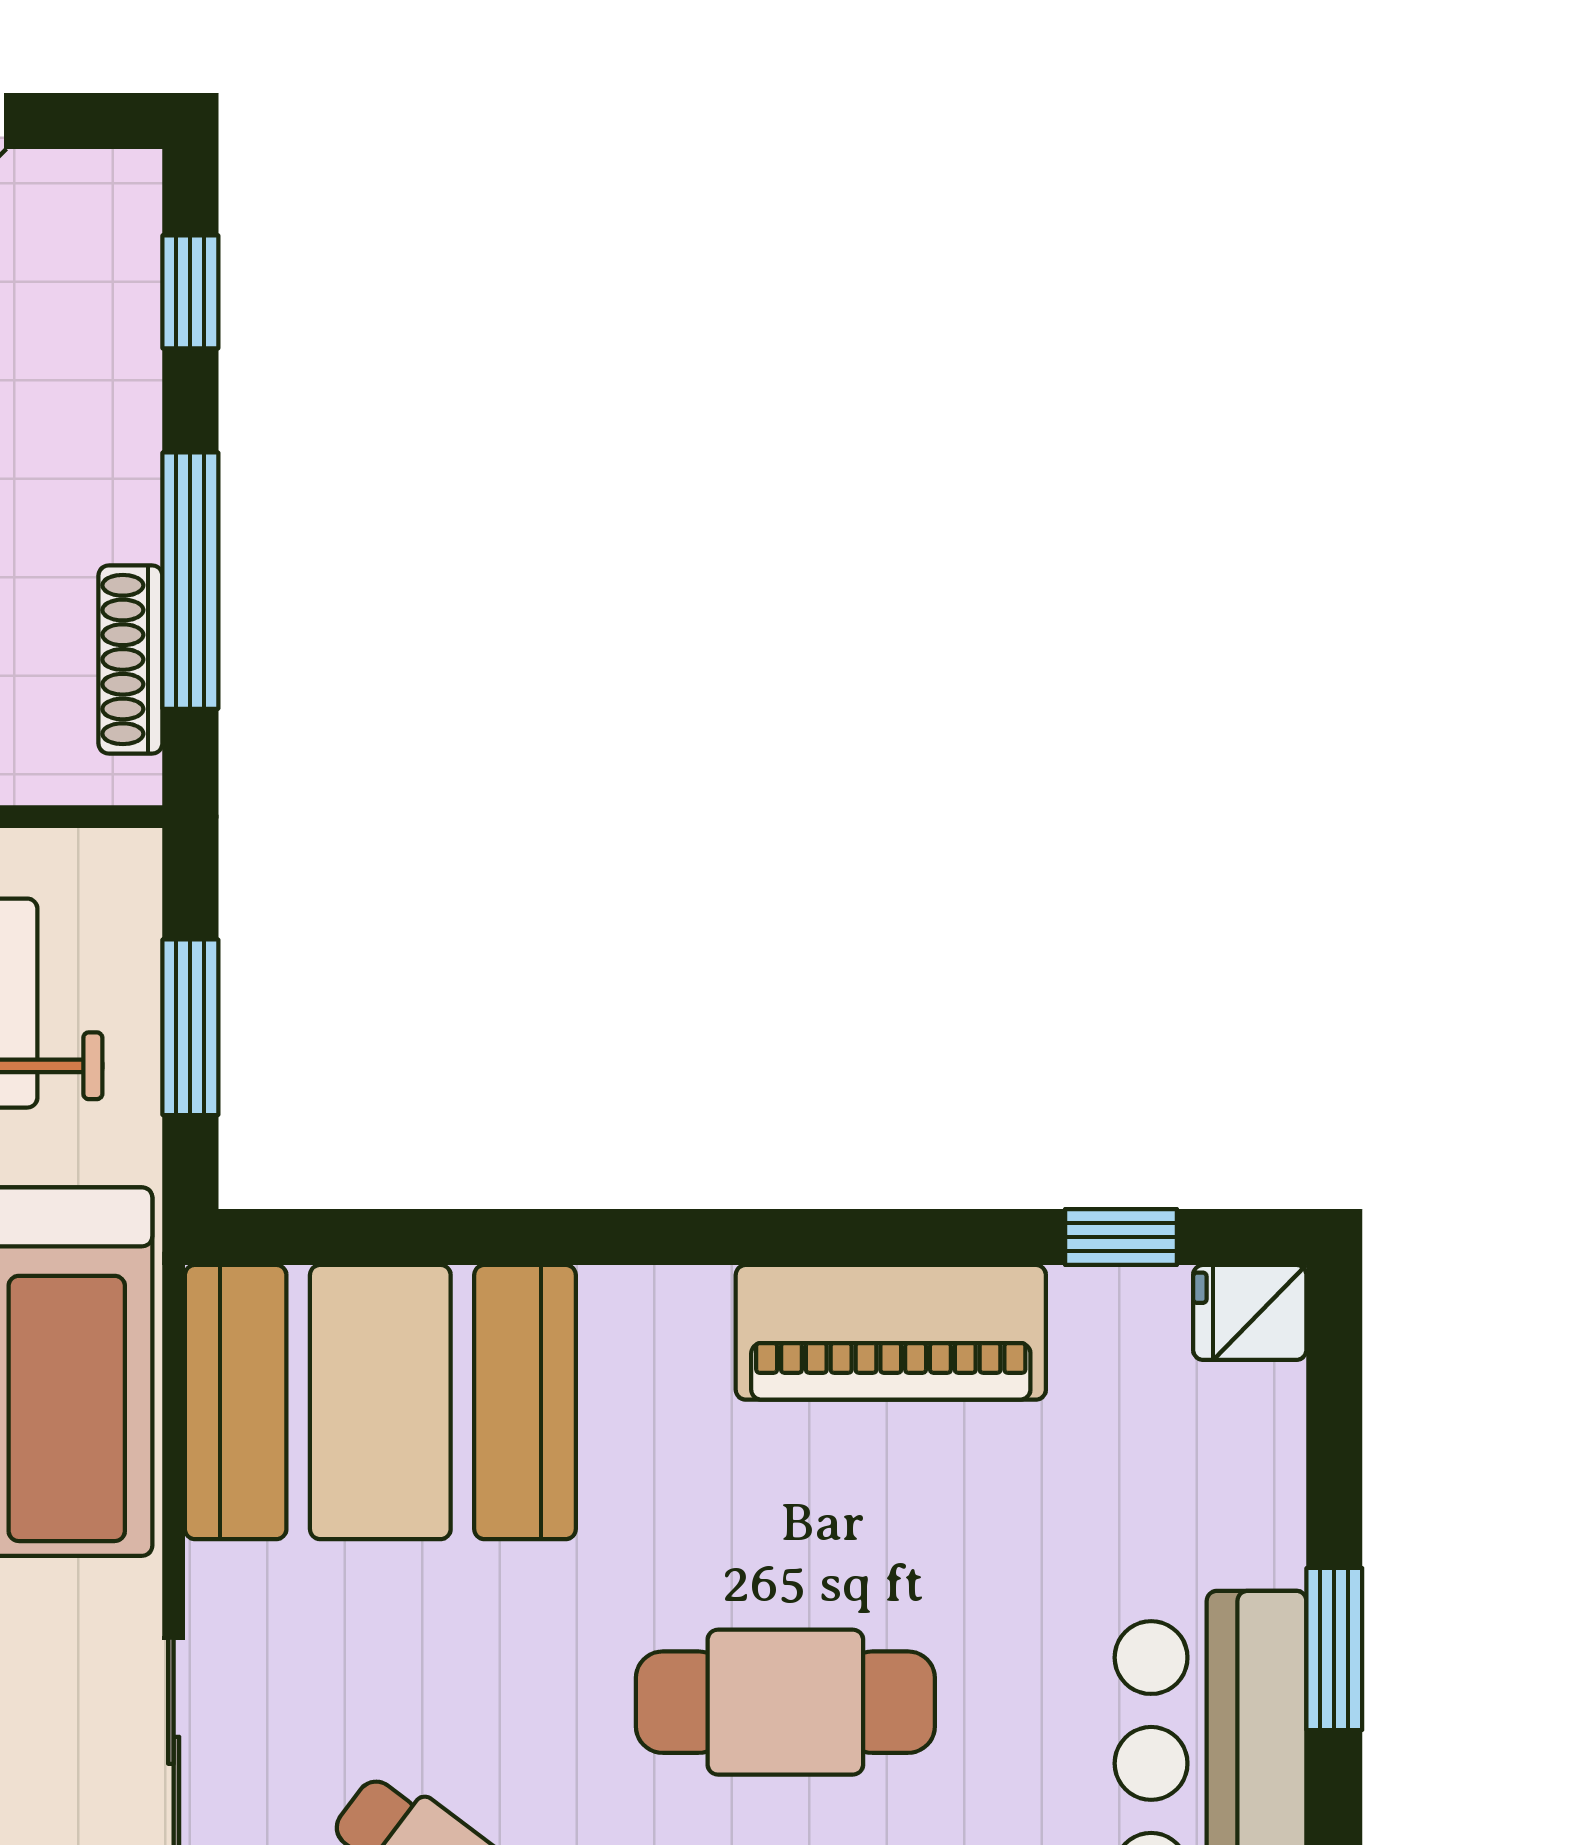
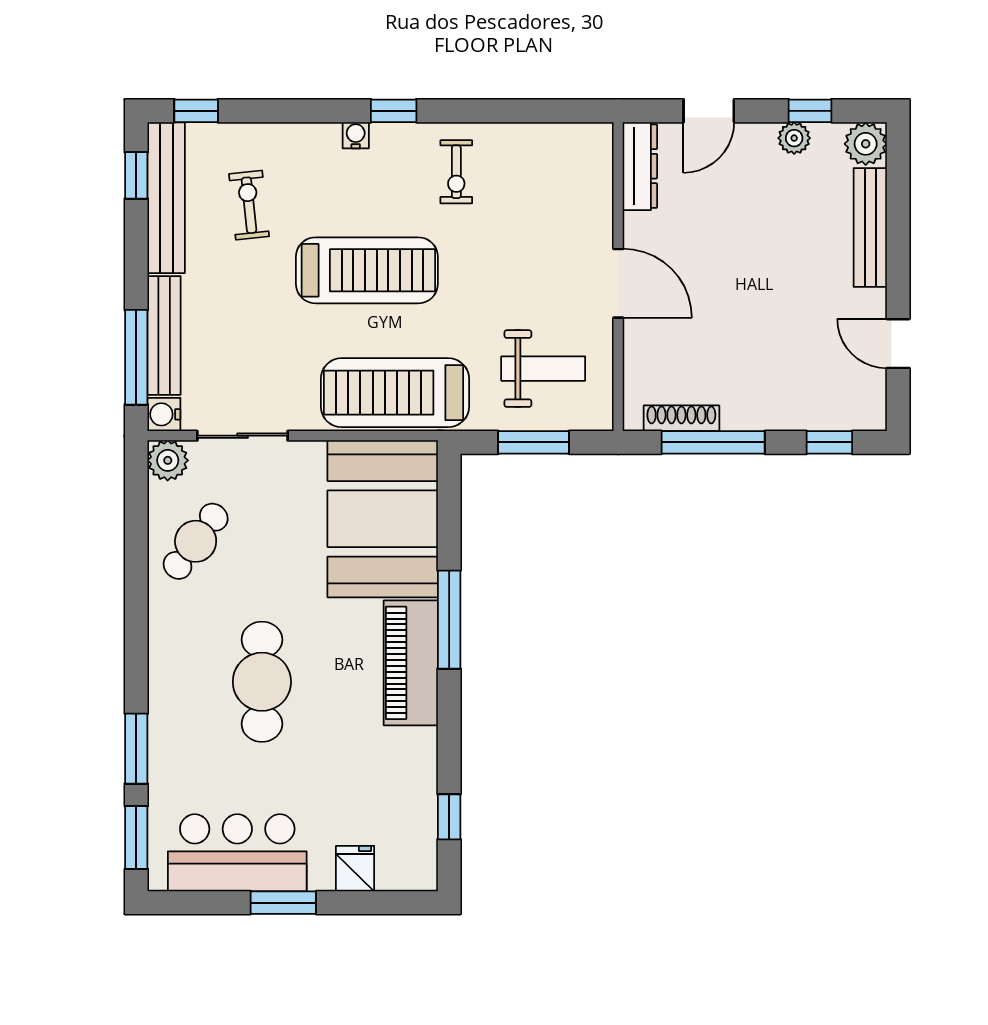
window: (631, 1237) -> (449, 620), added
fridge: (1250, 1312) -> (355, 869), moved
piano: (891, 1332) -> (411, 663), moved

